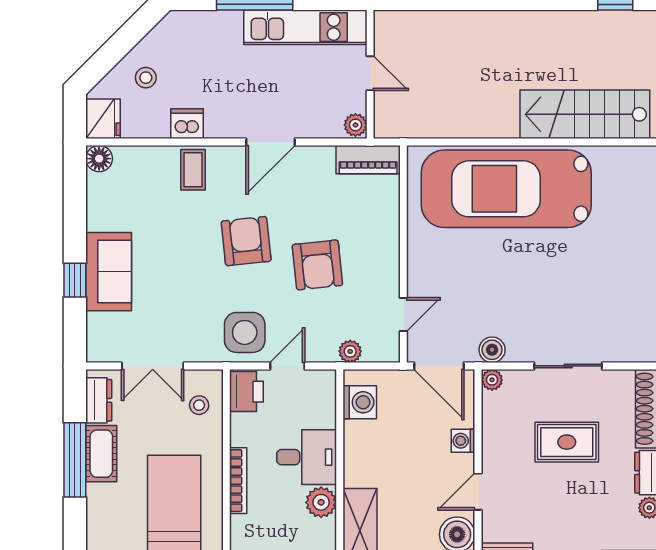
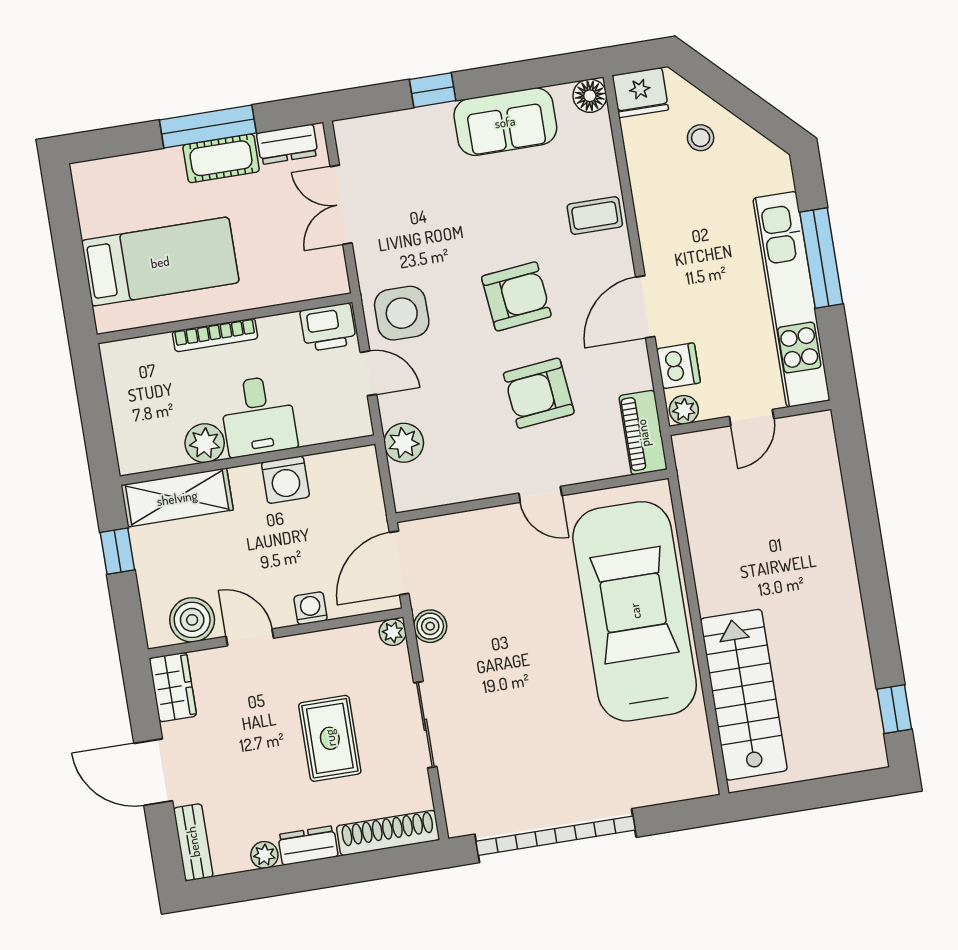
kitchen unit: (305, 27) -> (791, 299), width x1.36
dishwasher: (187, 124) -> (678, 366), moved
door: (271, 142) -> (645, 307), hinge flipped
armchair: (317, 265) -> (539, 393), moved
sofa: (109, 272) -> (505, 122), moved
door: (403, 314) -> (540, 494), moved
plant: (350, 351) -> (404, 443), width x1.38, depth x1.38
washing machine: (360, 402) -> (285, 480), moved
stool: (199, 405) -> (302, 271), removed

